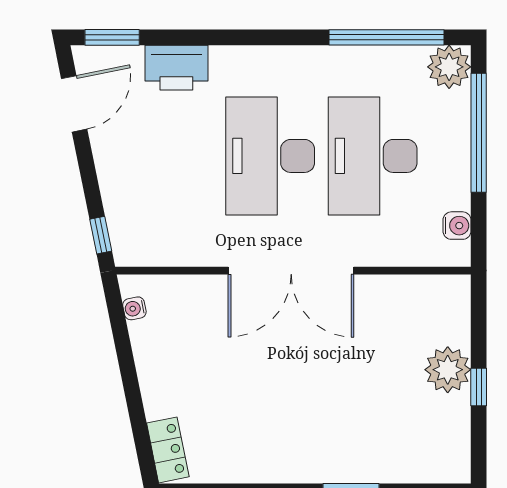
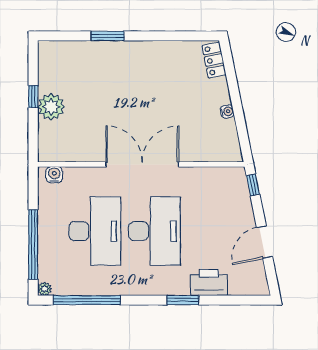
window: (112, 37) -> (183, 300), moved
plant: (449, 67) -> (44, 289), width x0.53, depth x0.53
door: (74, 104) -> (265, 242), moved
water cooler: (457, 226) -> (54, 175), moved, turned 90
water cooler: (134, 308) -> (227, 111), moved

